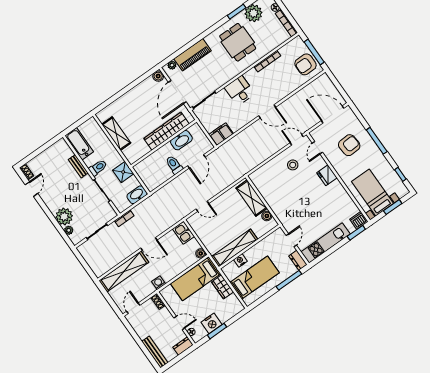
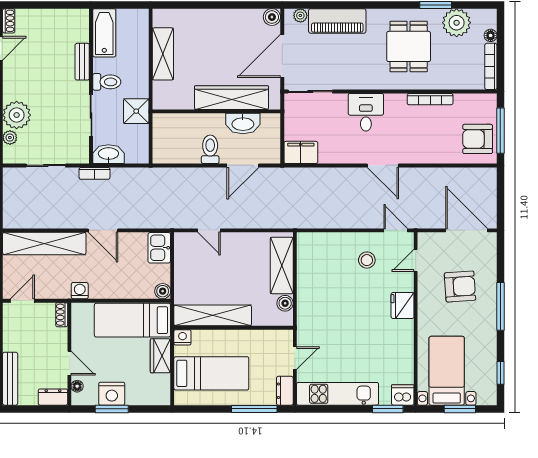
washbasin: (137, 195) -> (108, 154), moved
nightstand: (240, 260) -> (182, 337), moved

